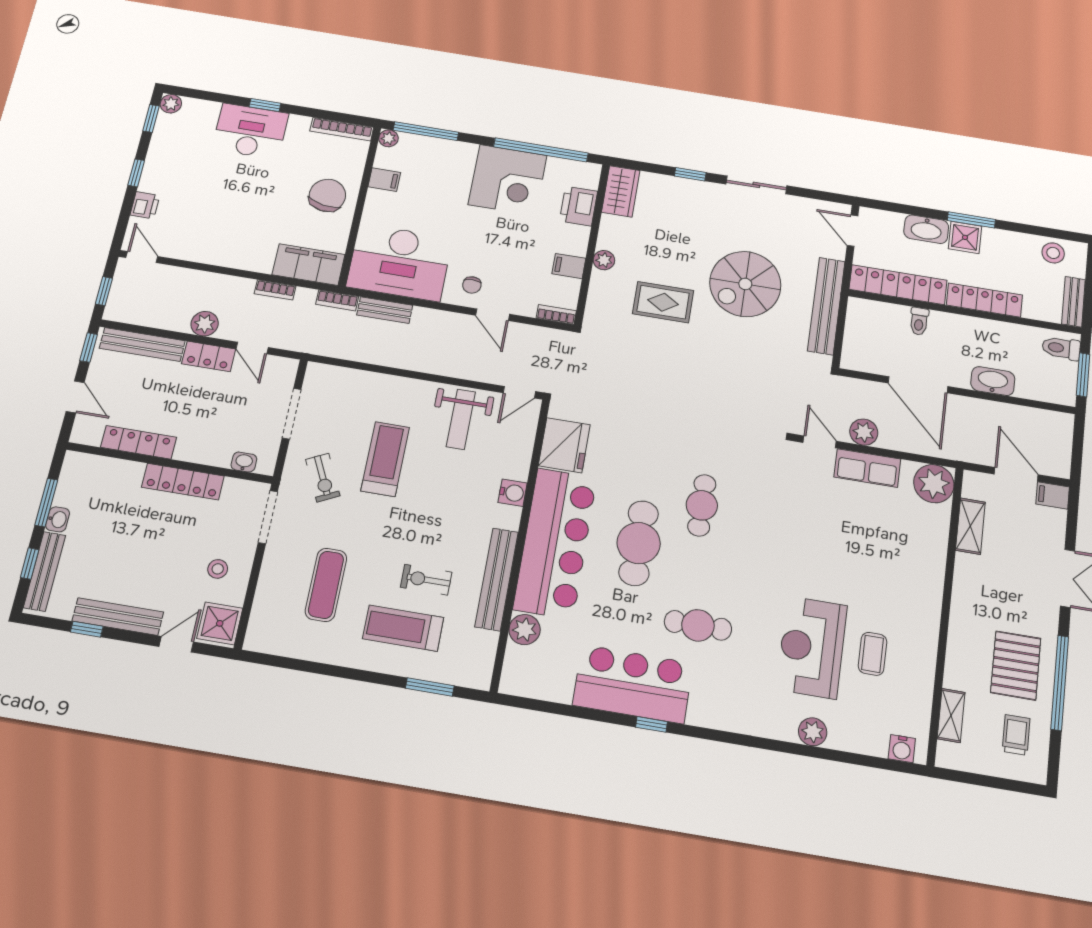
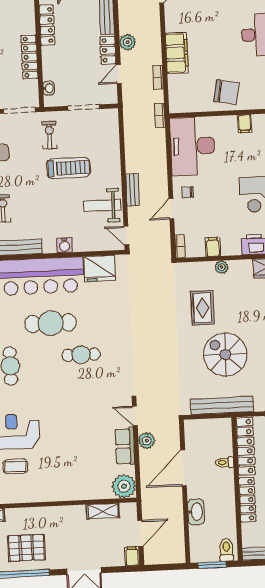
filing cabinet: (309, 265) -> (177, 53), moved
bench: (385, 310) -> (133, 190), moved
door: (820, 442) -> (135, 416), swing flipped
exercise bike: (323, 478) -> (49, 135), turned 116

